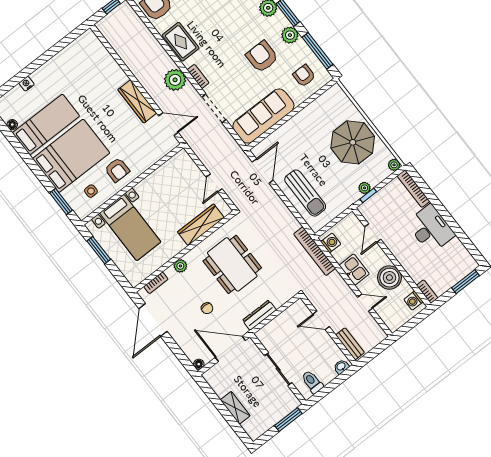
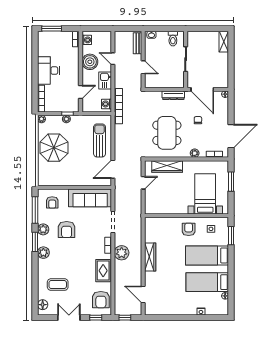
door: (168, 124) -> (143, 294), moved
bed: (71, 156) -> (207, 255), width x0.67
window: (99, 250) -> (231, 182), moved
shelving: (235, 408) -> (224, 42), moved
window: (288, 420) -> (201, 29), removed

